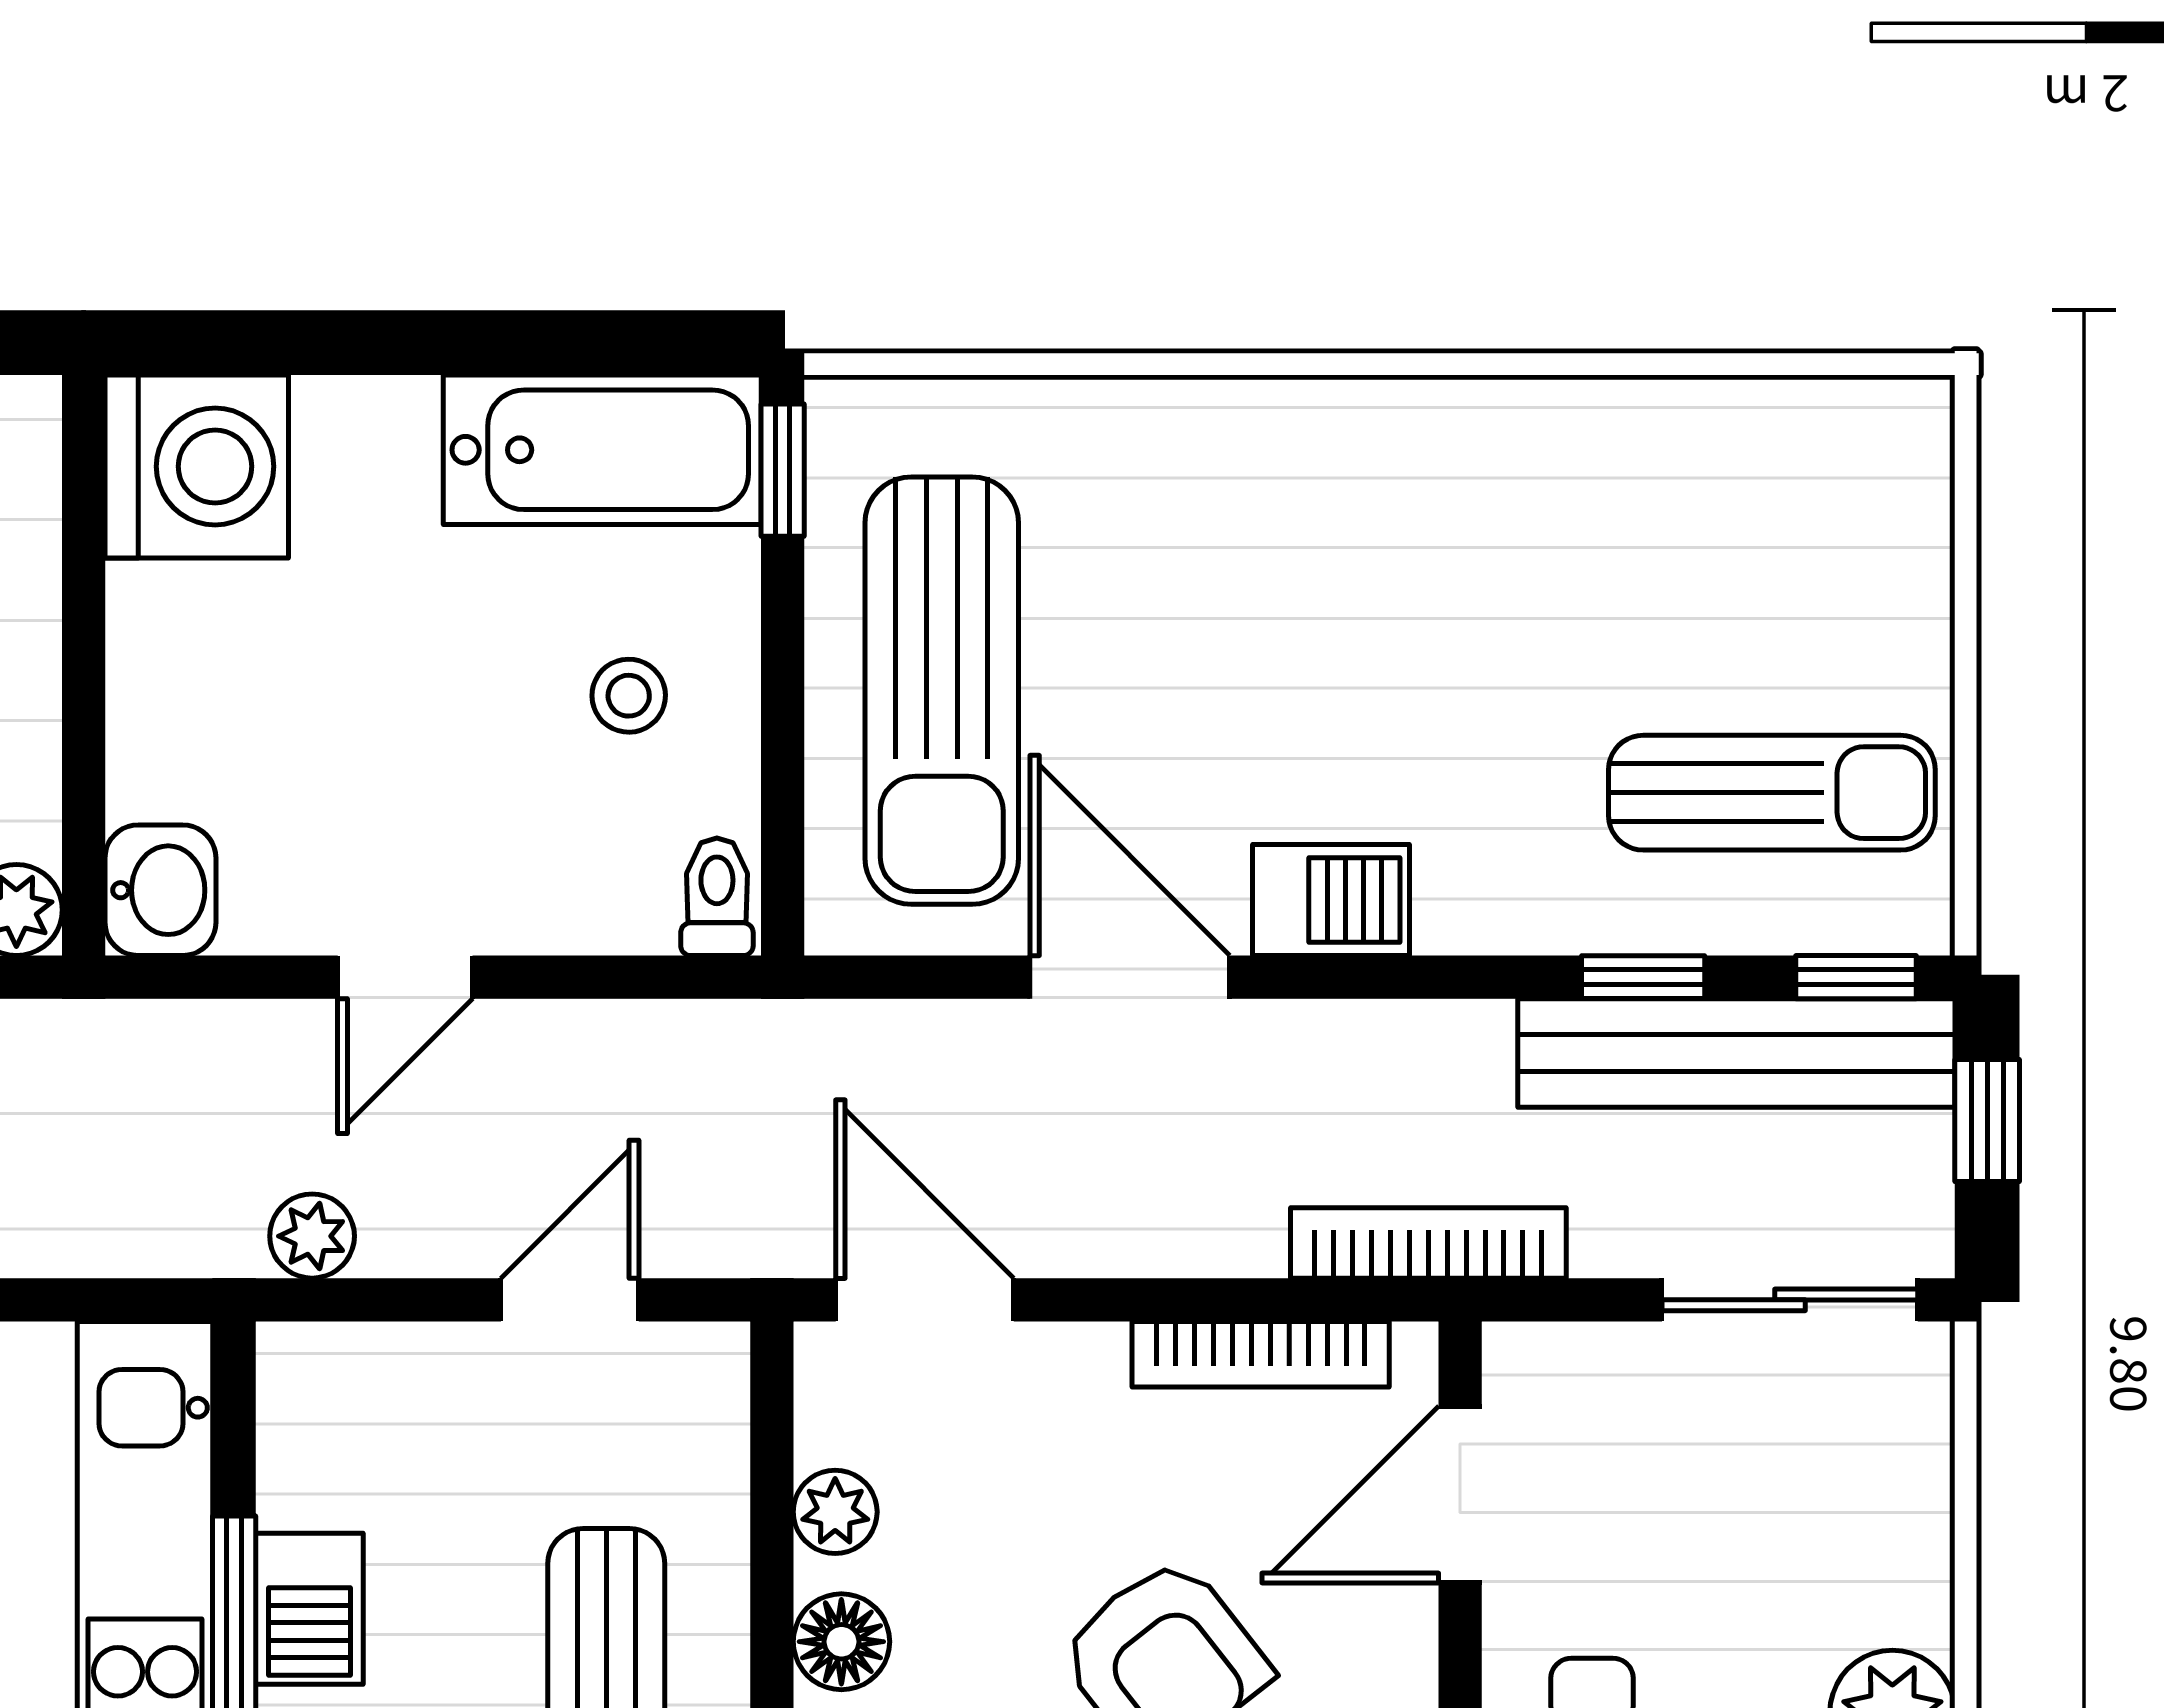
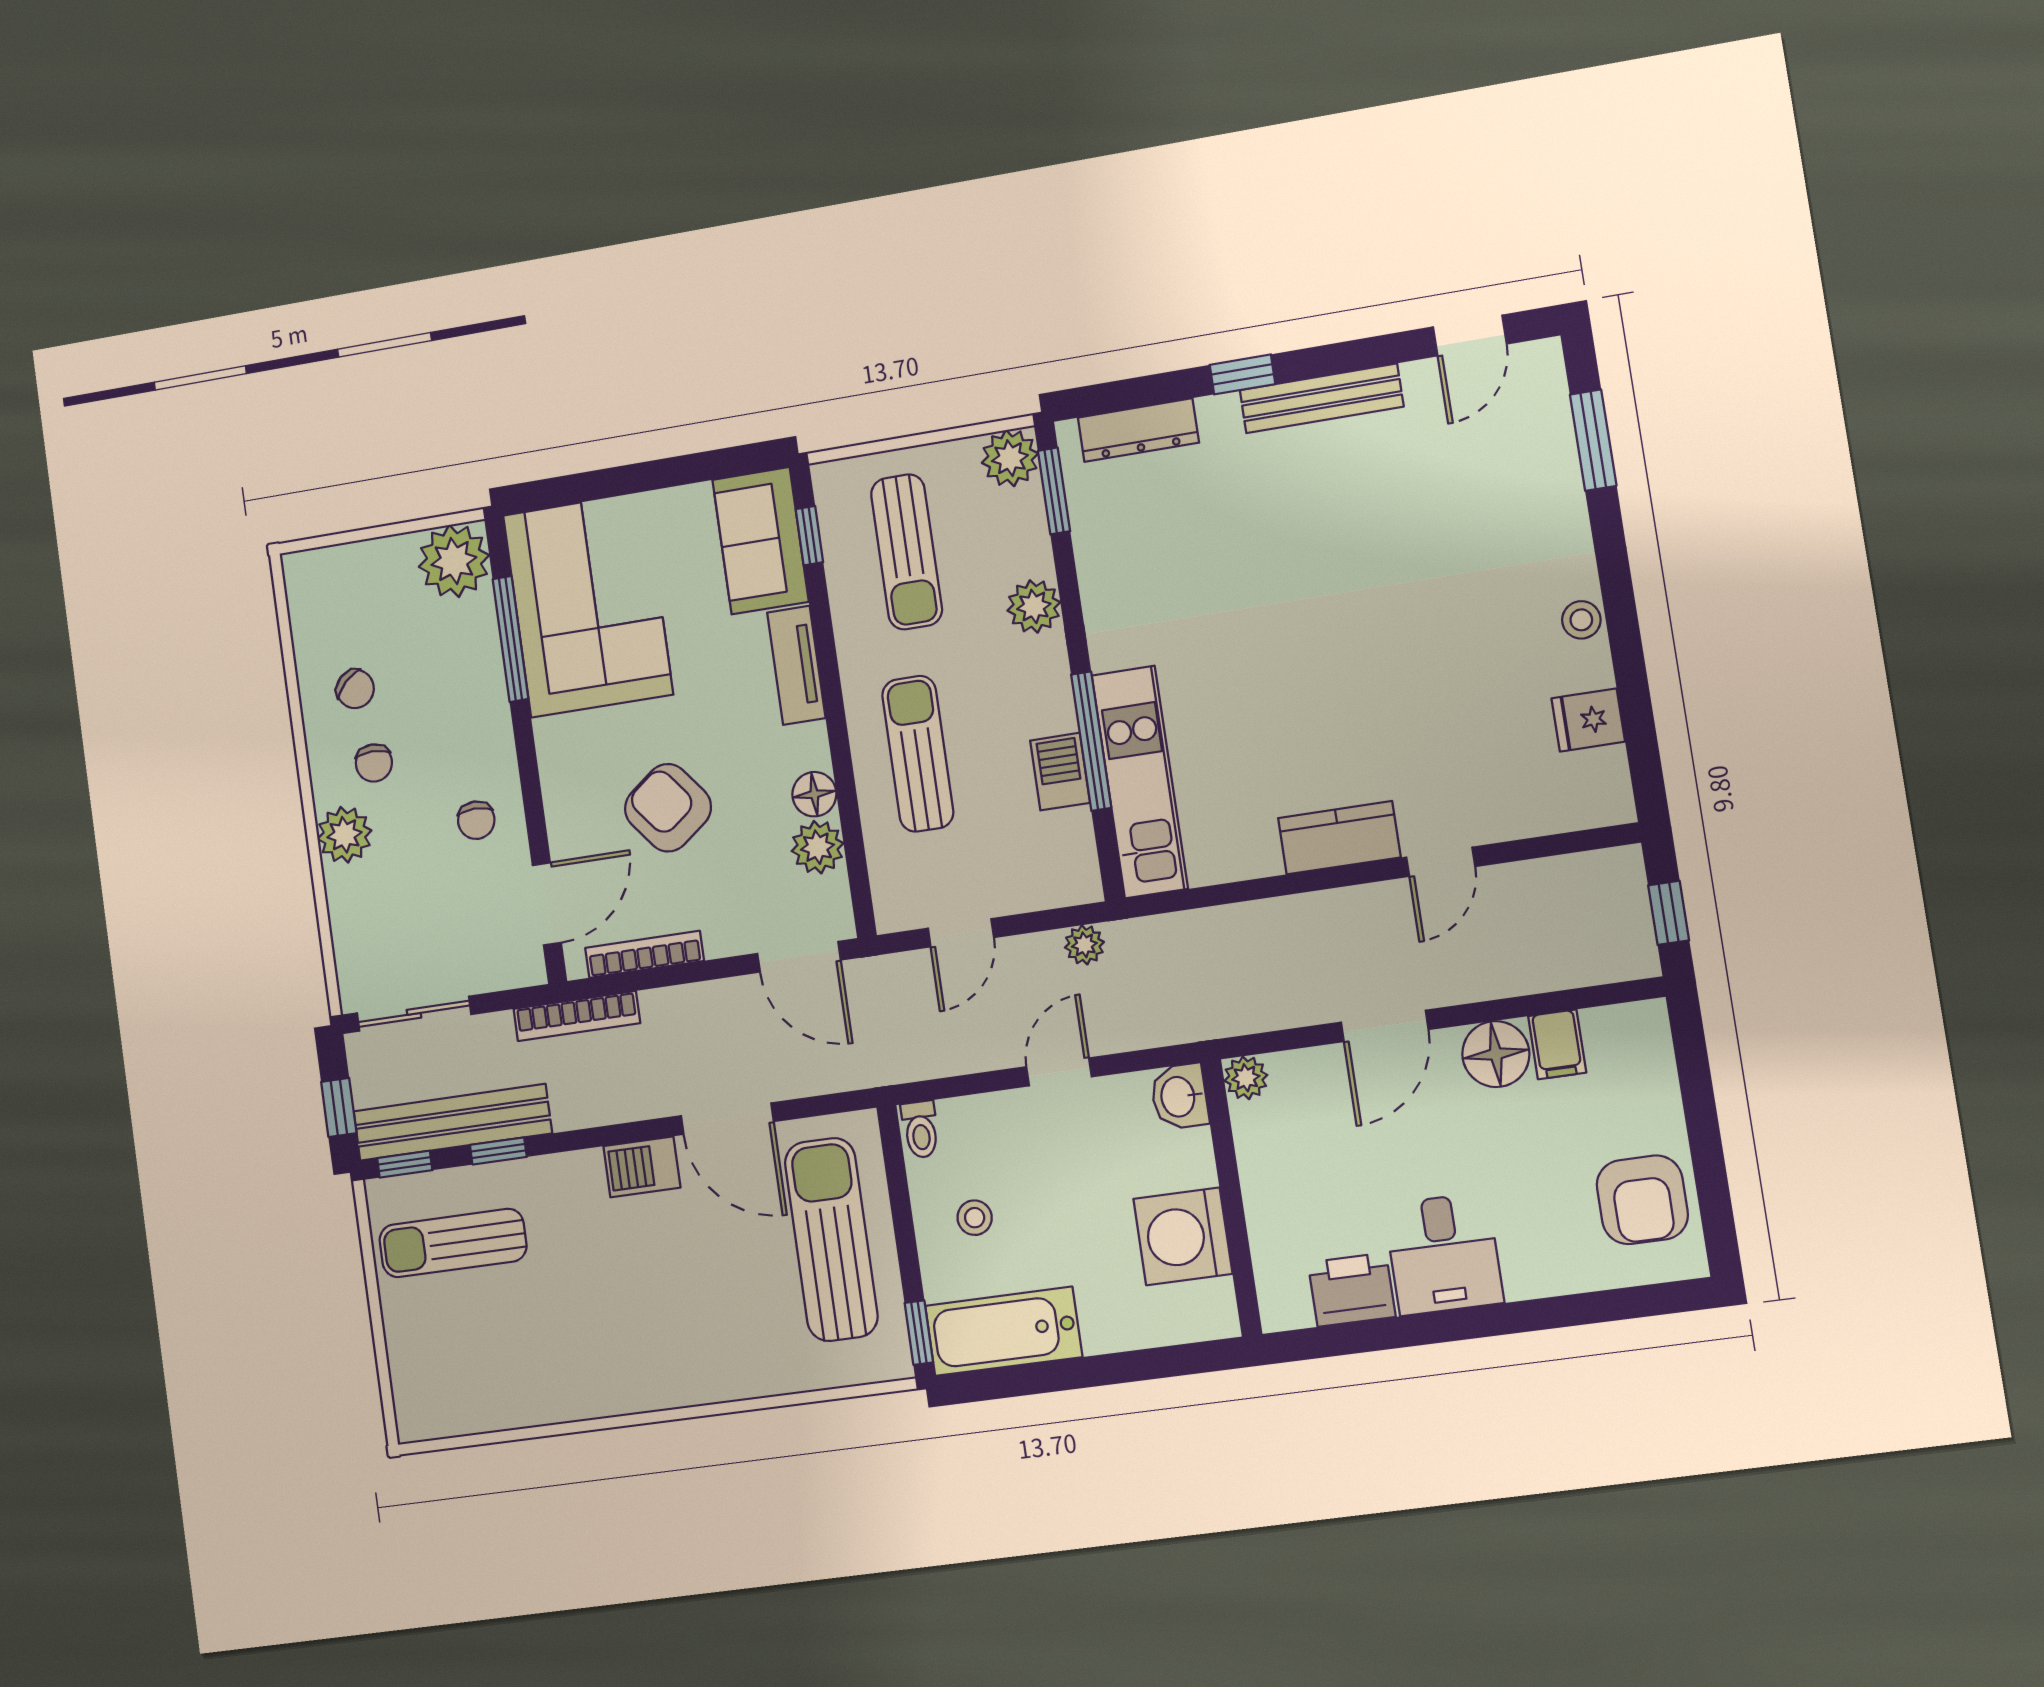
washing machine: (197, 466) -> (1183, 1236), moved
plant: (835, 1512) -> (818, 847), width x1.38, depth x1.38

